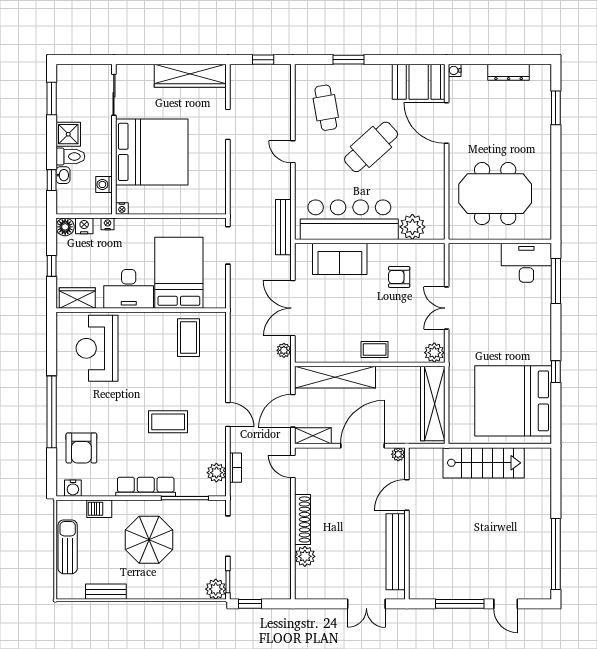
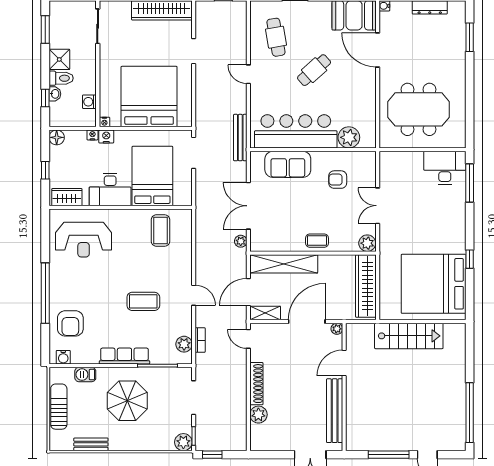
cafe table: (371, 147) -> (314, 70), width x0.73, depth x0.74
bed: (152, 152) -> (149, 97), moved, turned -90
nightstand: (84, 226) -> (106, 137), moved
reception desk: (97, 348) -> (84, 240), turned -90

